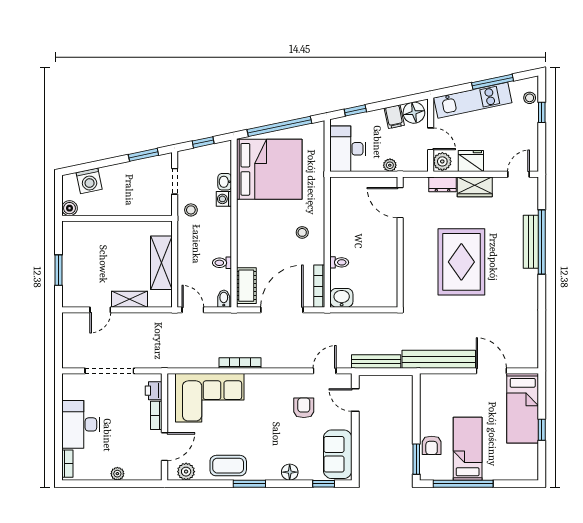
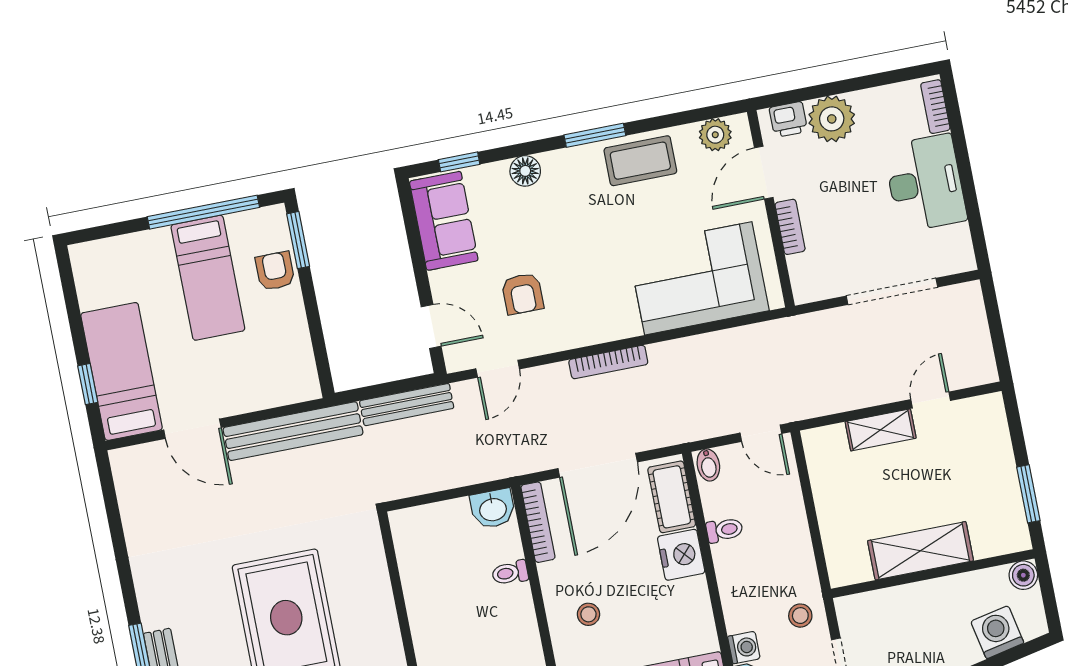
nightstand: (247, 254) -> (681, 555), added
shelving: (161, 263) -> (921, 551), moved, turned 90
window: (58, 270) -> (1028, 494), moved
bookcase: (240, 363) -> (608, 362), moved
printer: (154, 391) -> (788, 119), moved, turned 90
window: (542, 430) -> (88, 384), moved
plant: (117, 474) -> (832, 119), width x1.88, depth x1.88

